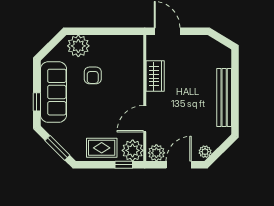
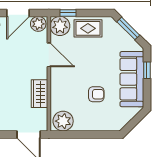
plant: (78, 46) -> (63, 121), moved
armchair: (93, 75) -> (96, 94), turned 90
door: (145, 119) -> (49, 55), hinge flipped

